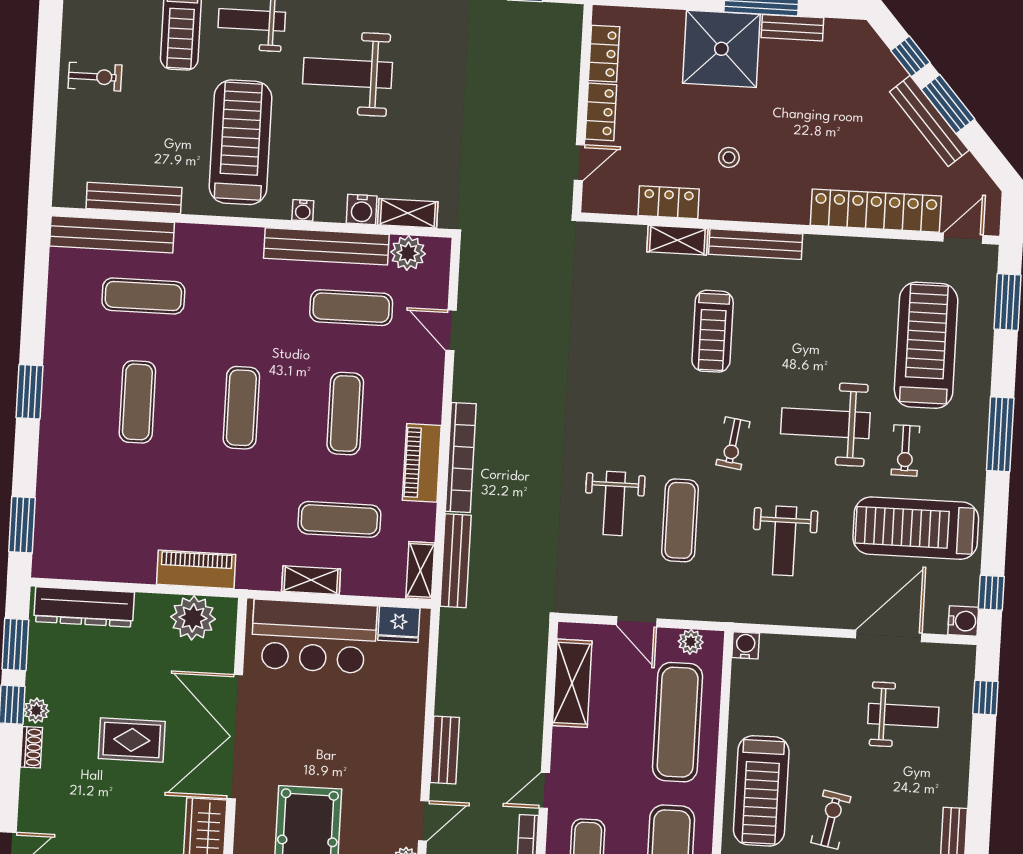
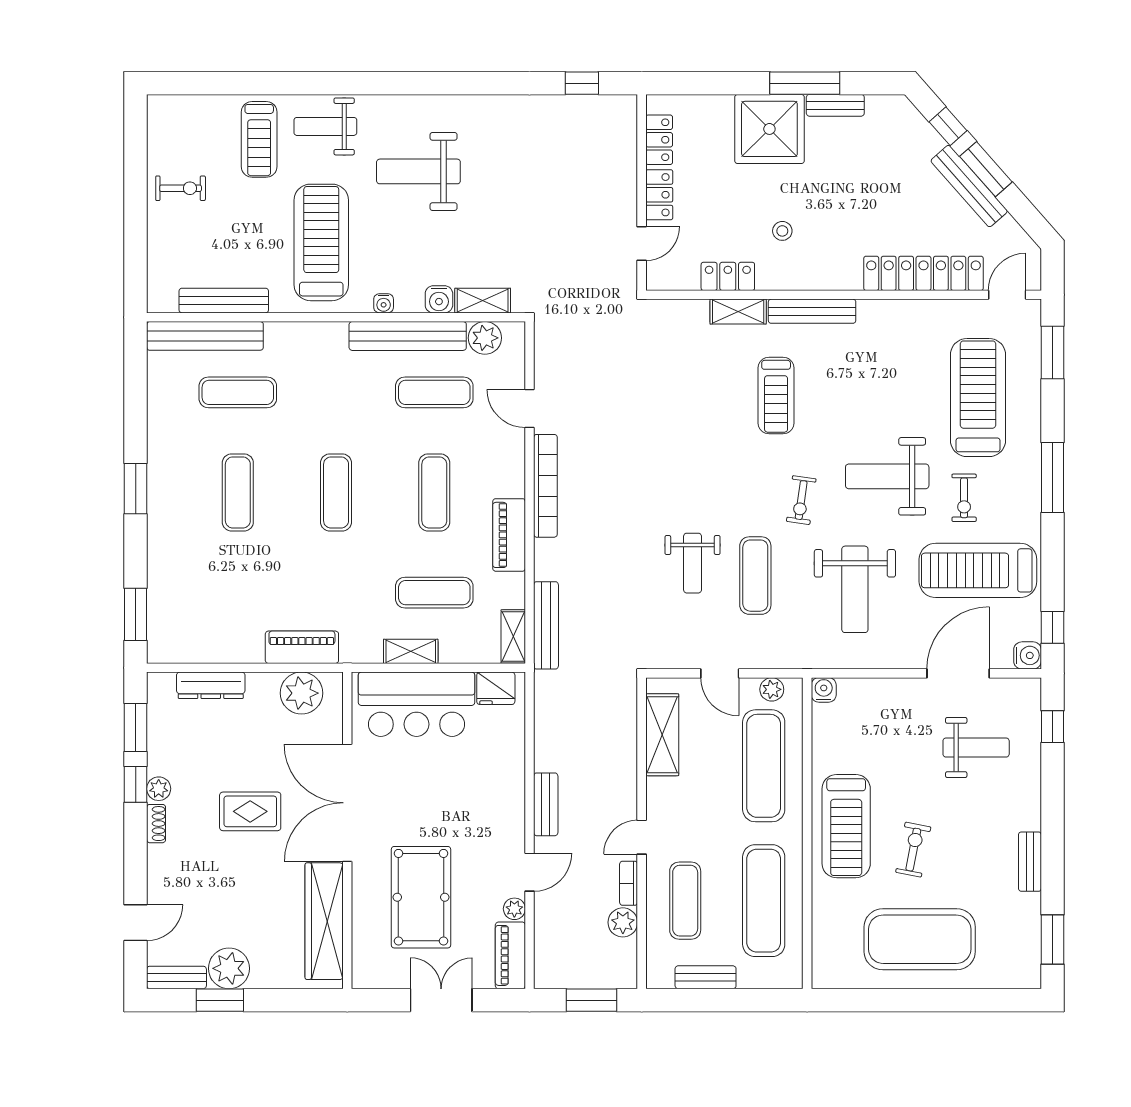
bookcase: (461, 457) -> (545, 486), moved
weight bench: (785, 541) -> (855, 589), width x1.36, depth x1.33
dresser: (84, 607) -> (211, 685), width x0.73, depth x0.80

